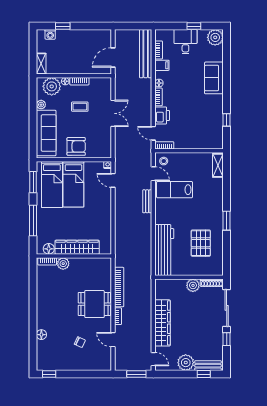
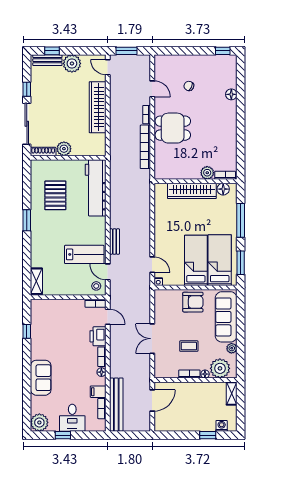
armchair: (76, 146) -> (193, 302), turned 180

